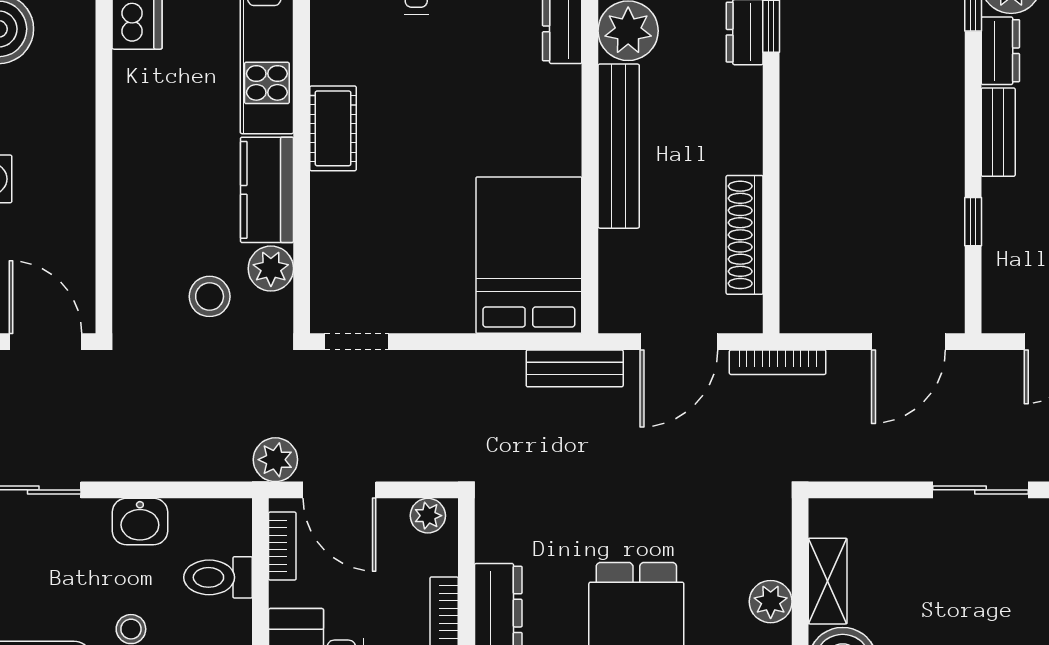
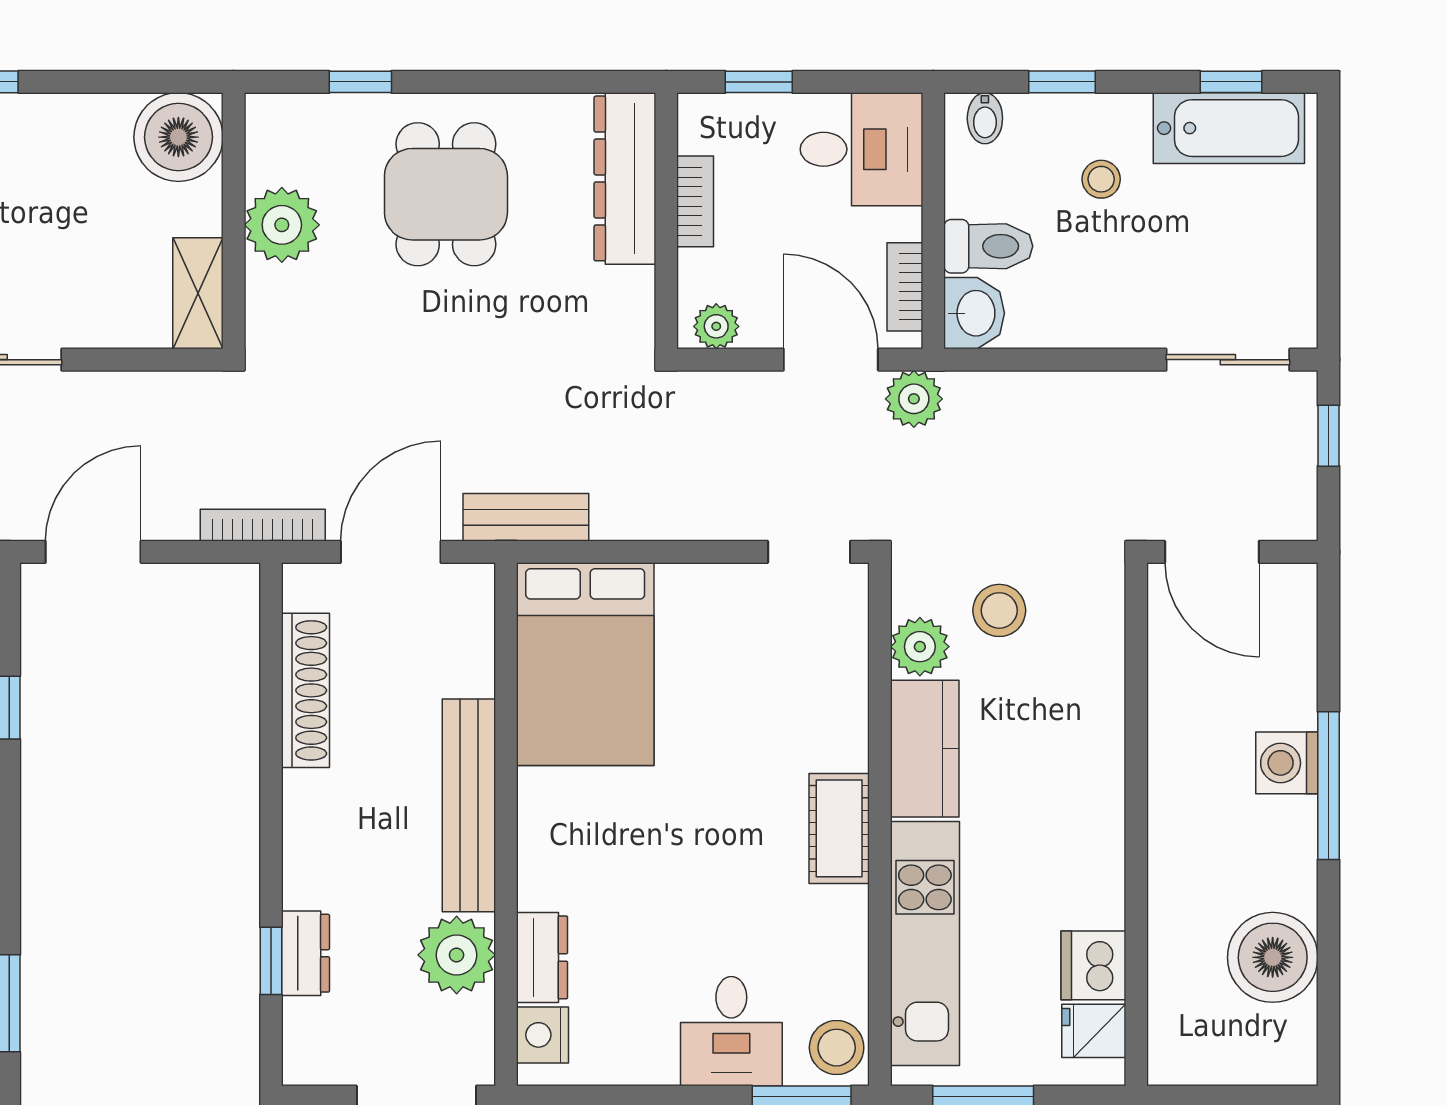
washbasin: (140, 522) -> (974, 313), moved, turned 90
shelving: (828, 581) -> (198, 293), moved
plant: (771, 602) -> (282, 225), width x1.36, depth x1.36

